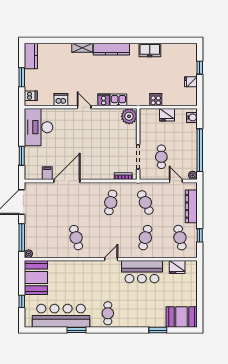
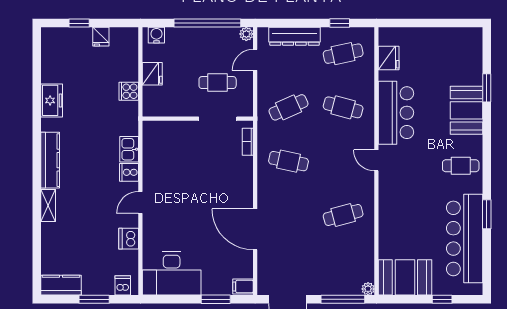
plant: (129, 116) -> (155, 133), removed
filing cabinet: (47, 173) -> (243, 286), moved
booth: (182, 317) -> (466, 110), moved

